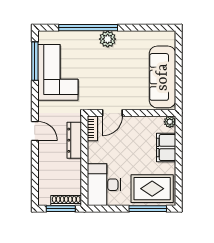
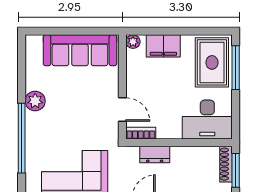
plant: (108, 39) -> (35, 101), moved
dresser: (74, 140) -> (155, 155), width x0.70

